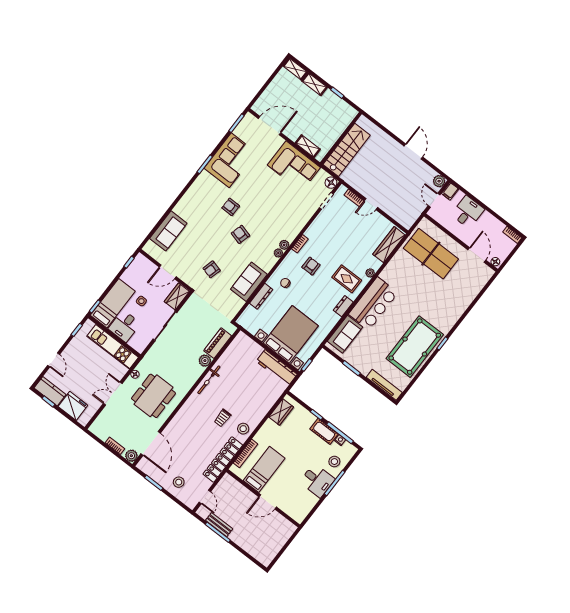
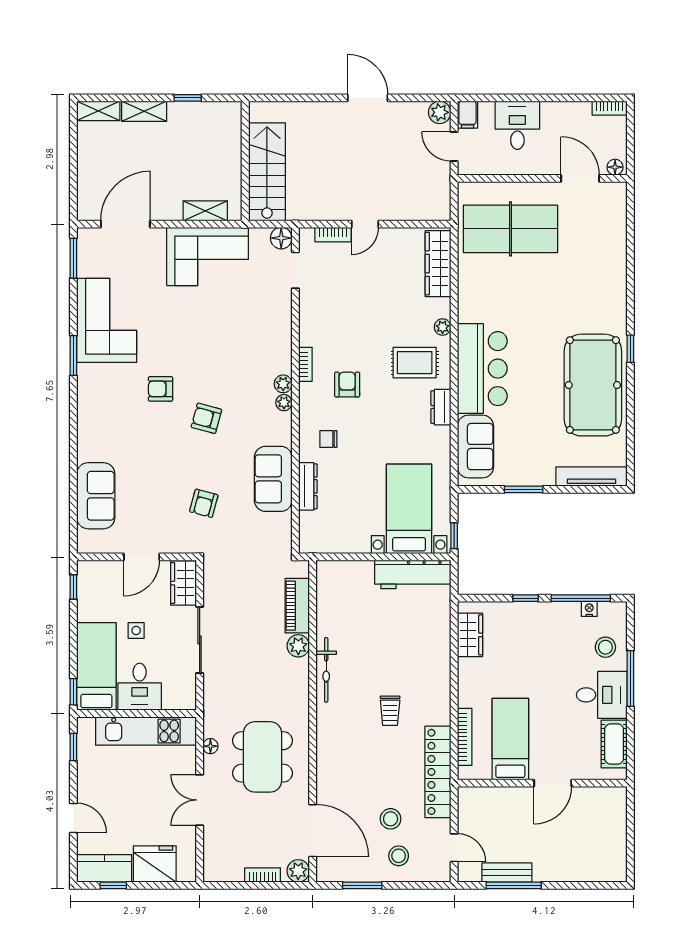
bed with nightstands: (291, 334) -> (409, 509), width x0.73
stool: (243, 429) -> (391, 819), moved
cot: (324, 431) -> (614, 744), moved, turned 90

